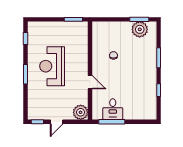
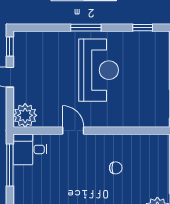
reception desk: (52, 66) -> (99, 70), turned 90
door: (90, 82) -> (73, 131), swing flipped
desk: (113, 109) -> (30, 149), moved

